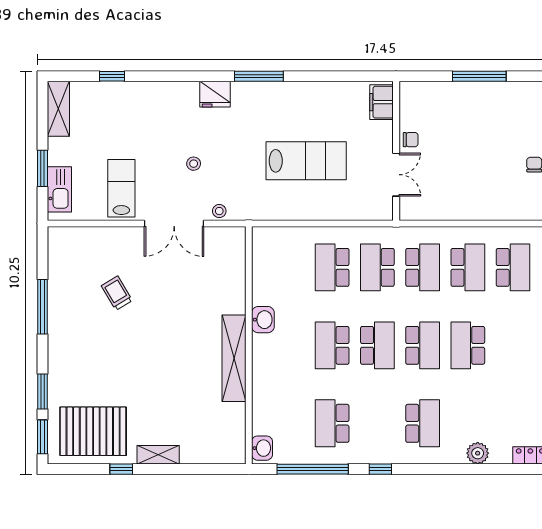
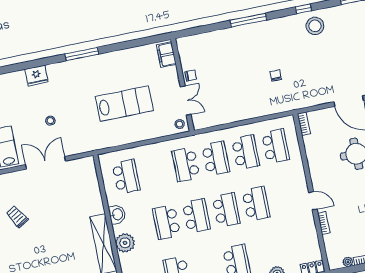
window: (479, 76) -> (248, 20), moved
fridge: (215, 94) -> (36, 76), moved
stool: (219, 211) -> (180, 124), moved
double door: (174, 224) -> (46, 163), swing flipped
school desk: (332, 267) -> (126, 177), moved, turned 180
school desk: (468, 345) -> (256, 204), turned 180
plant: (266, 363) -> (125, 243), added

